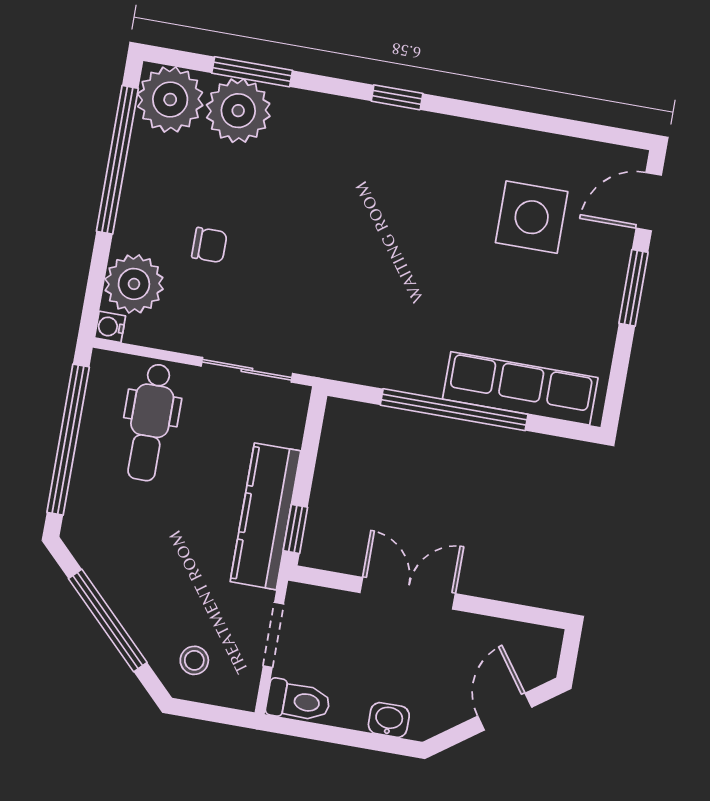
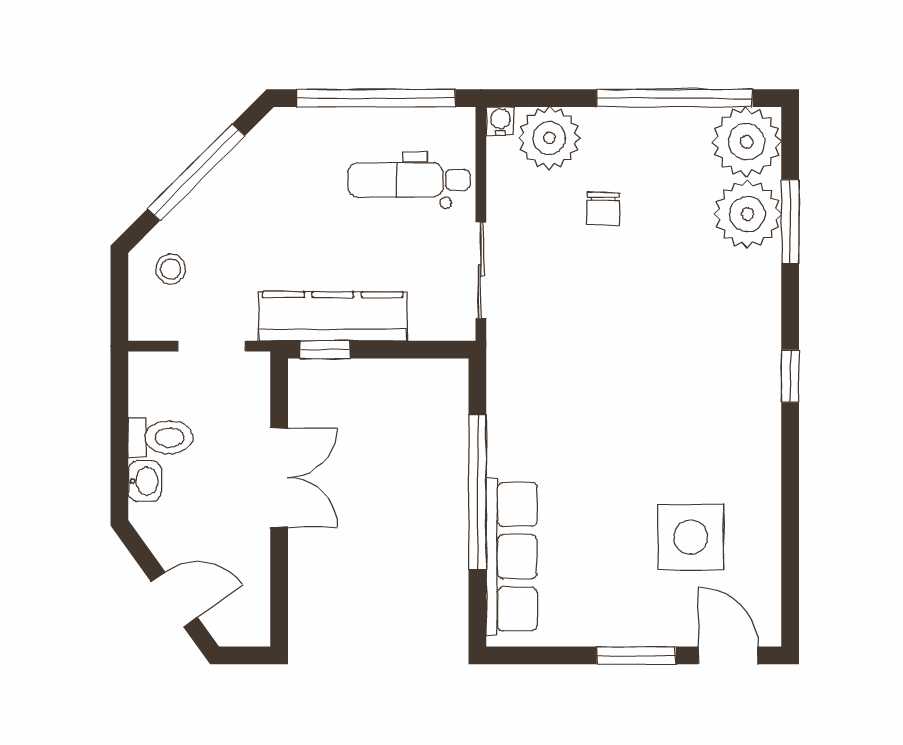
toilet: (298, 701) -> (161, 437), moved, turned -90

